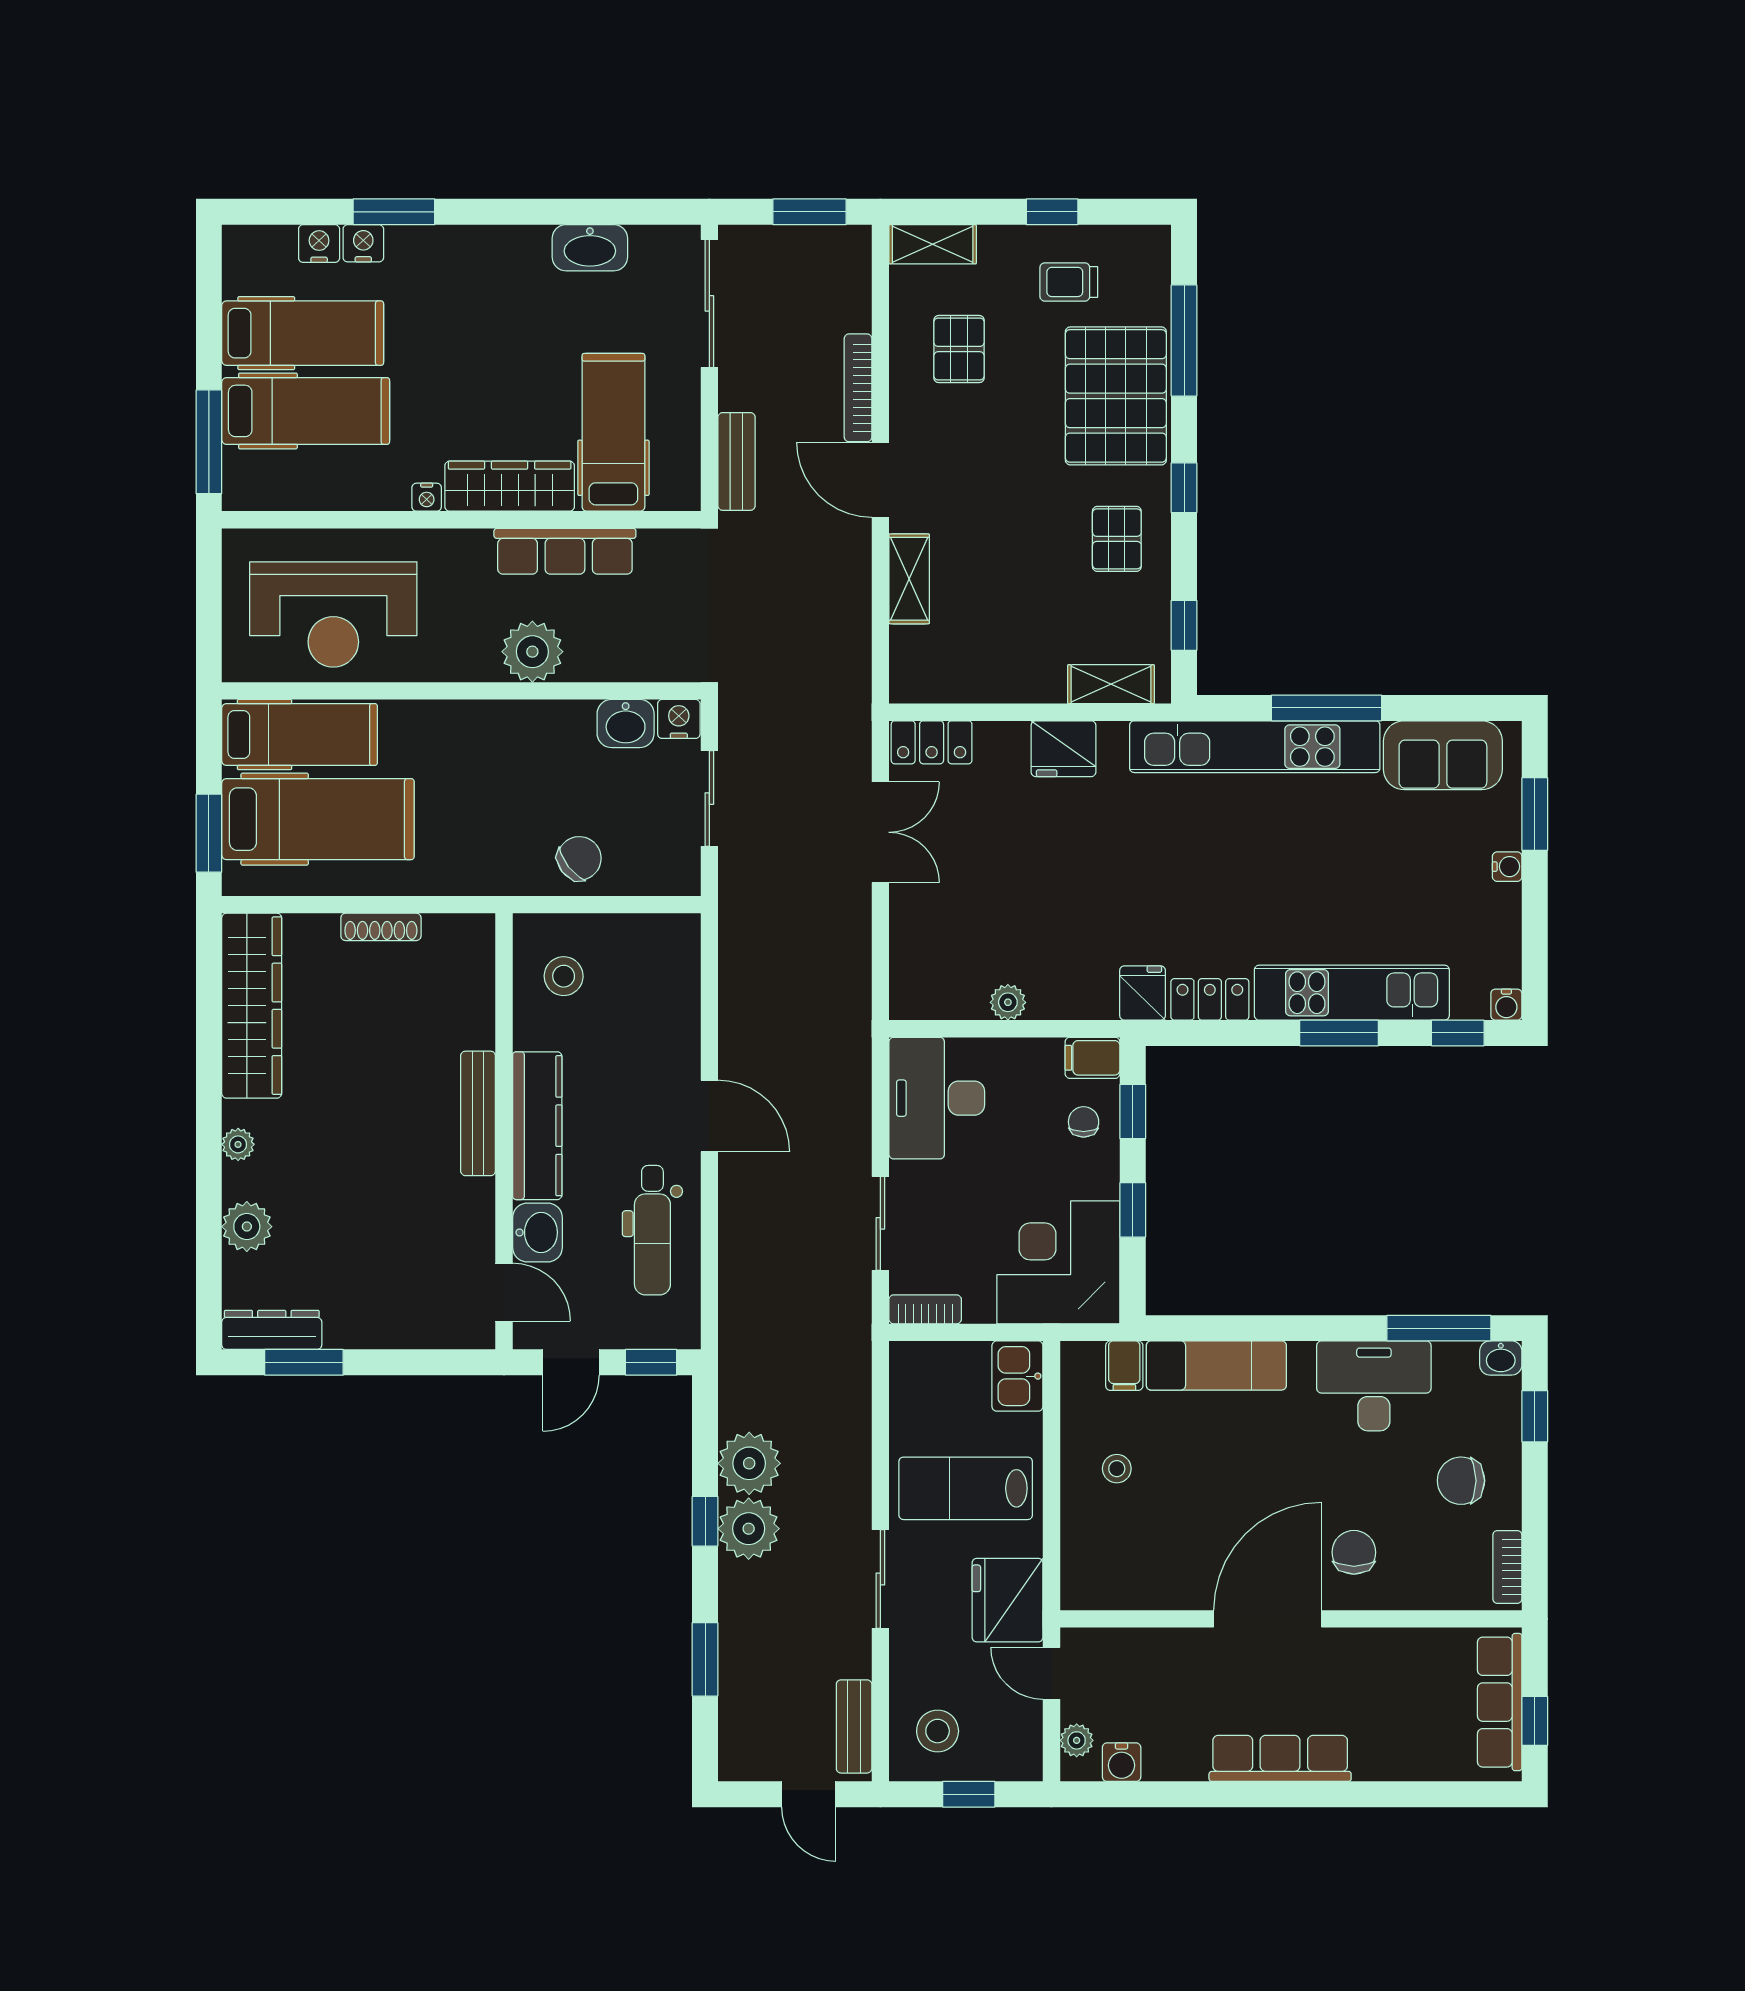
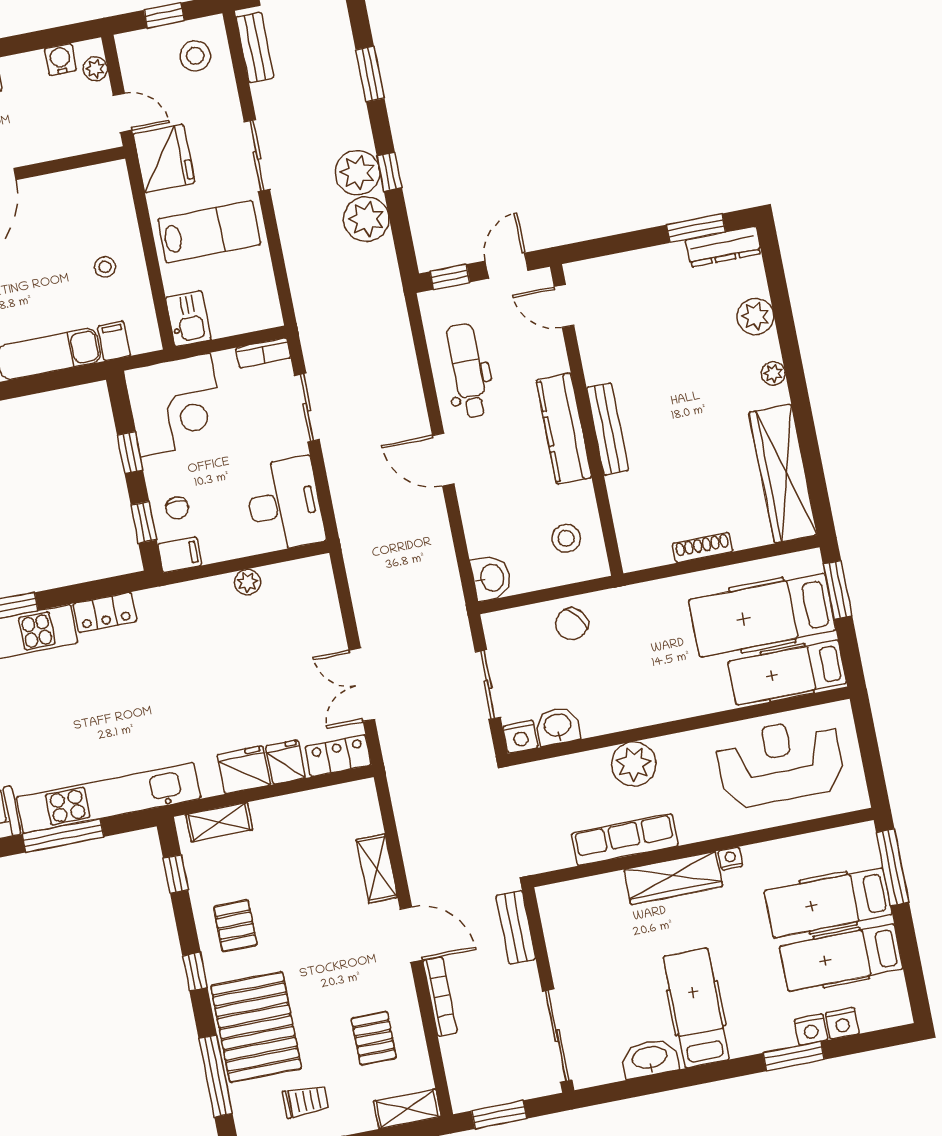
hospital bed: (613, 432) -> (696, 1008), moved, turned 180
fridge: (1143, 993) -> (285, 762), moved, turned 180
washbasin: (537, 1233) -> (491, 578), moved, turned 180

